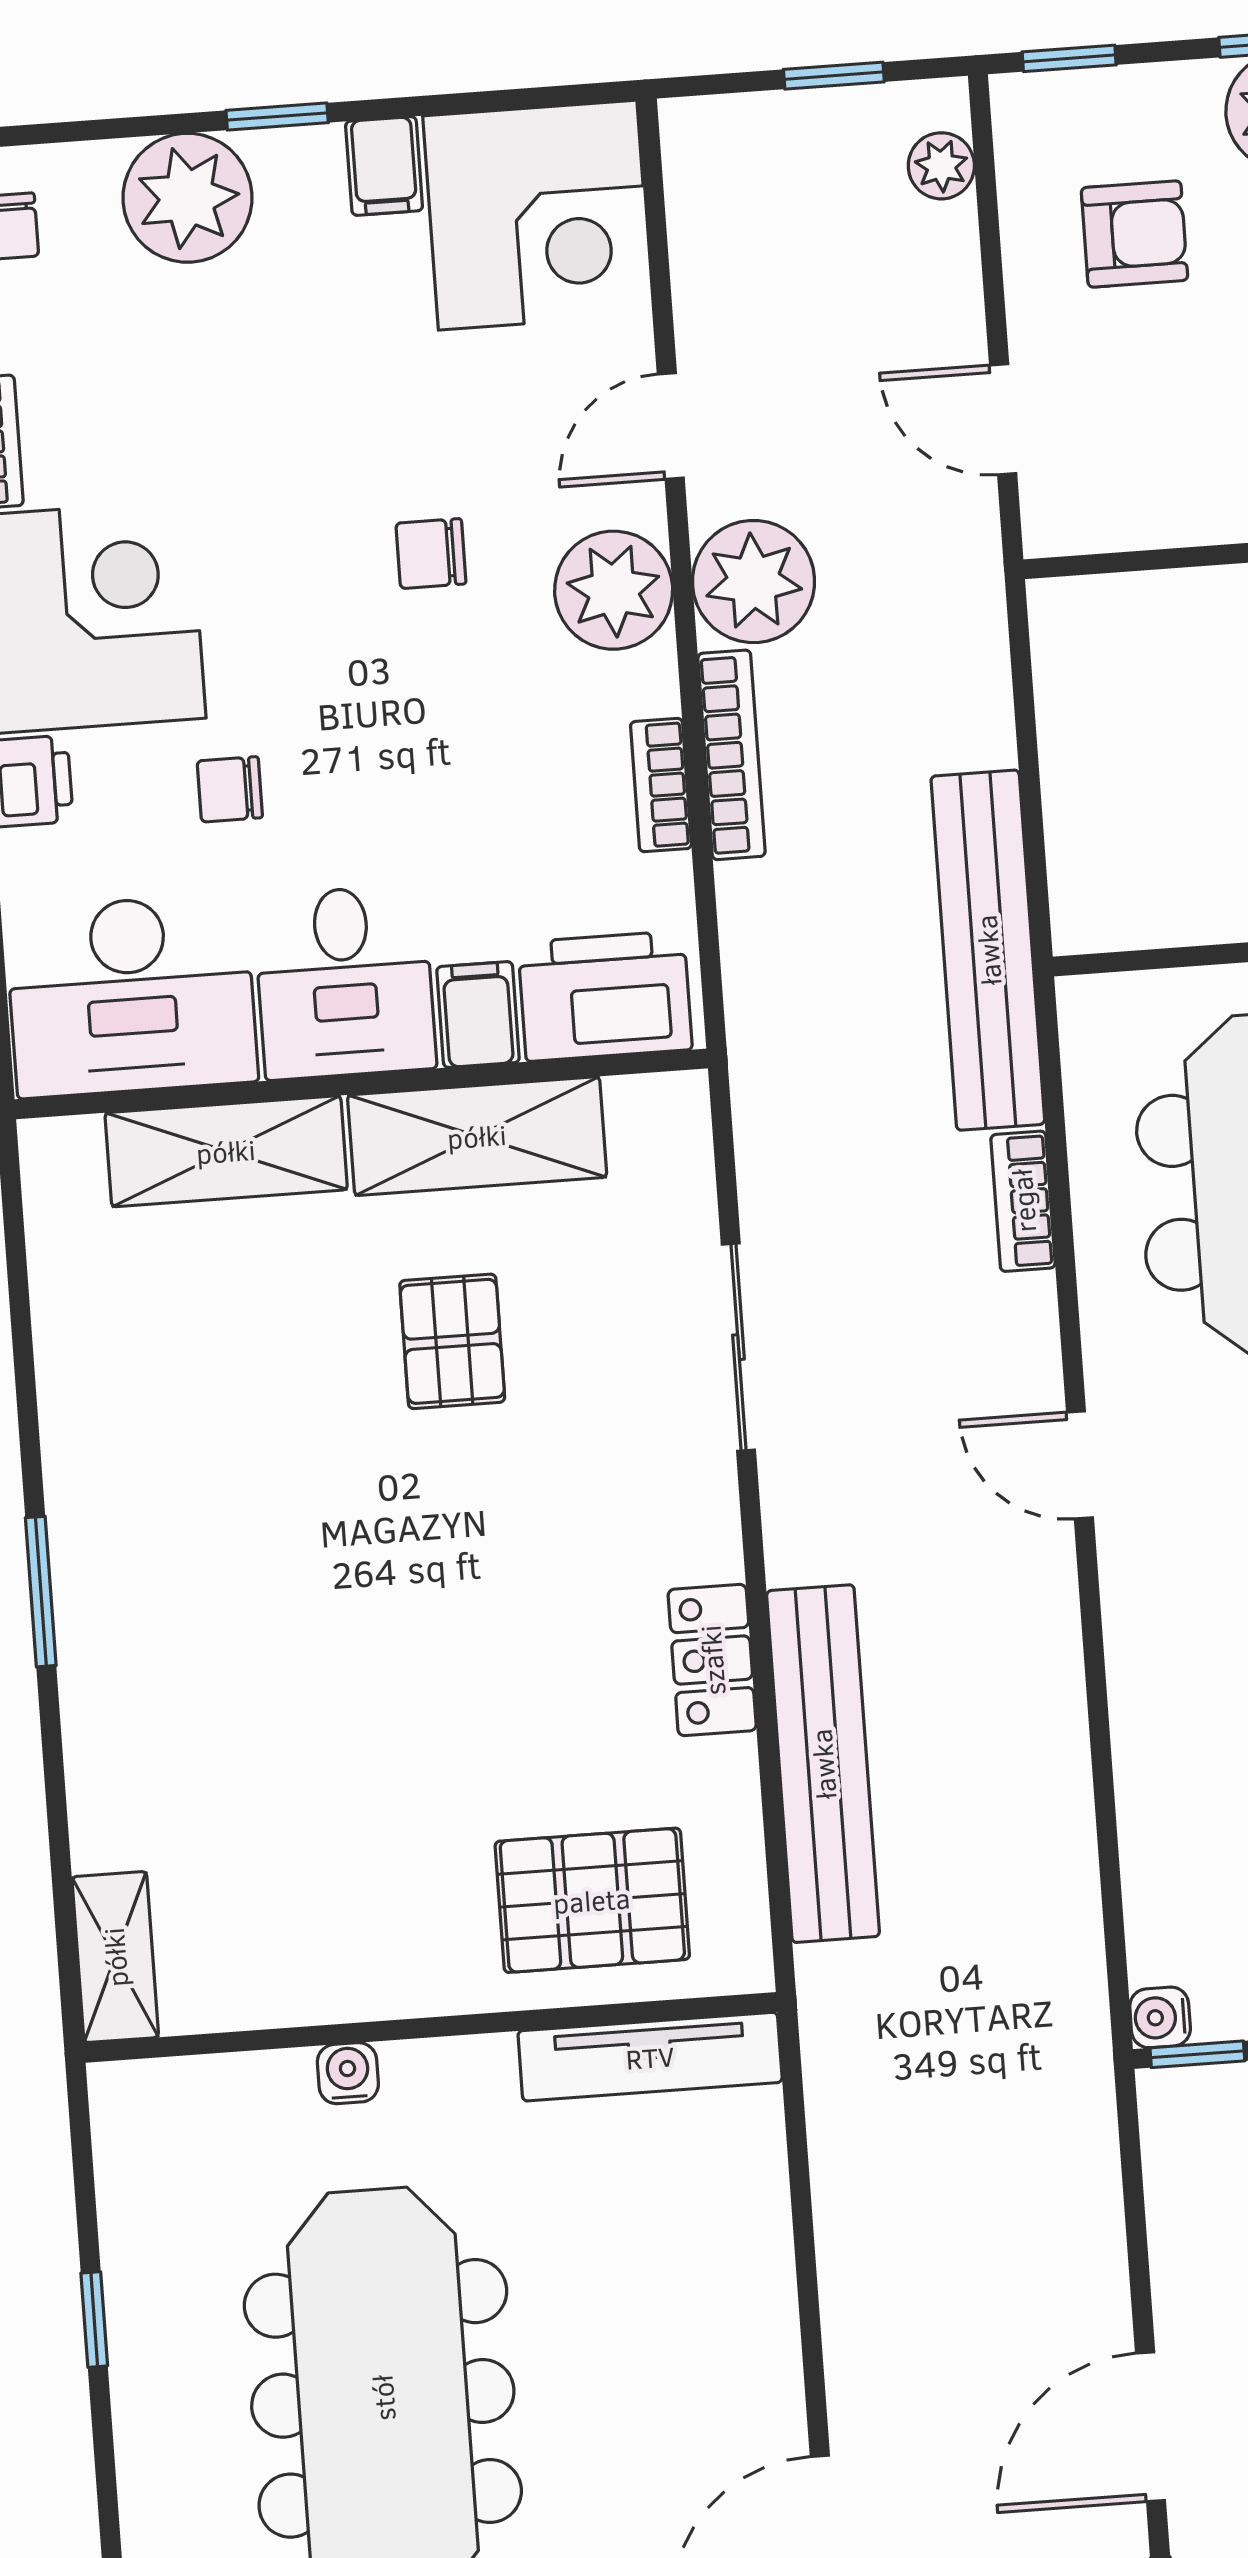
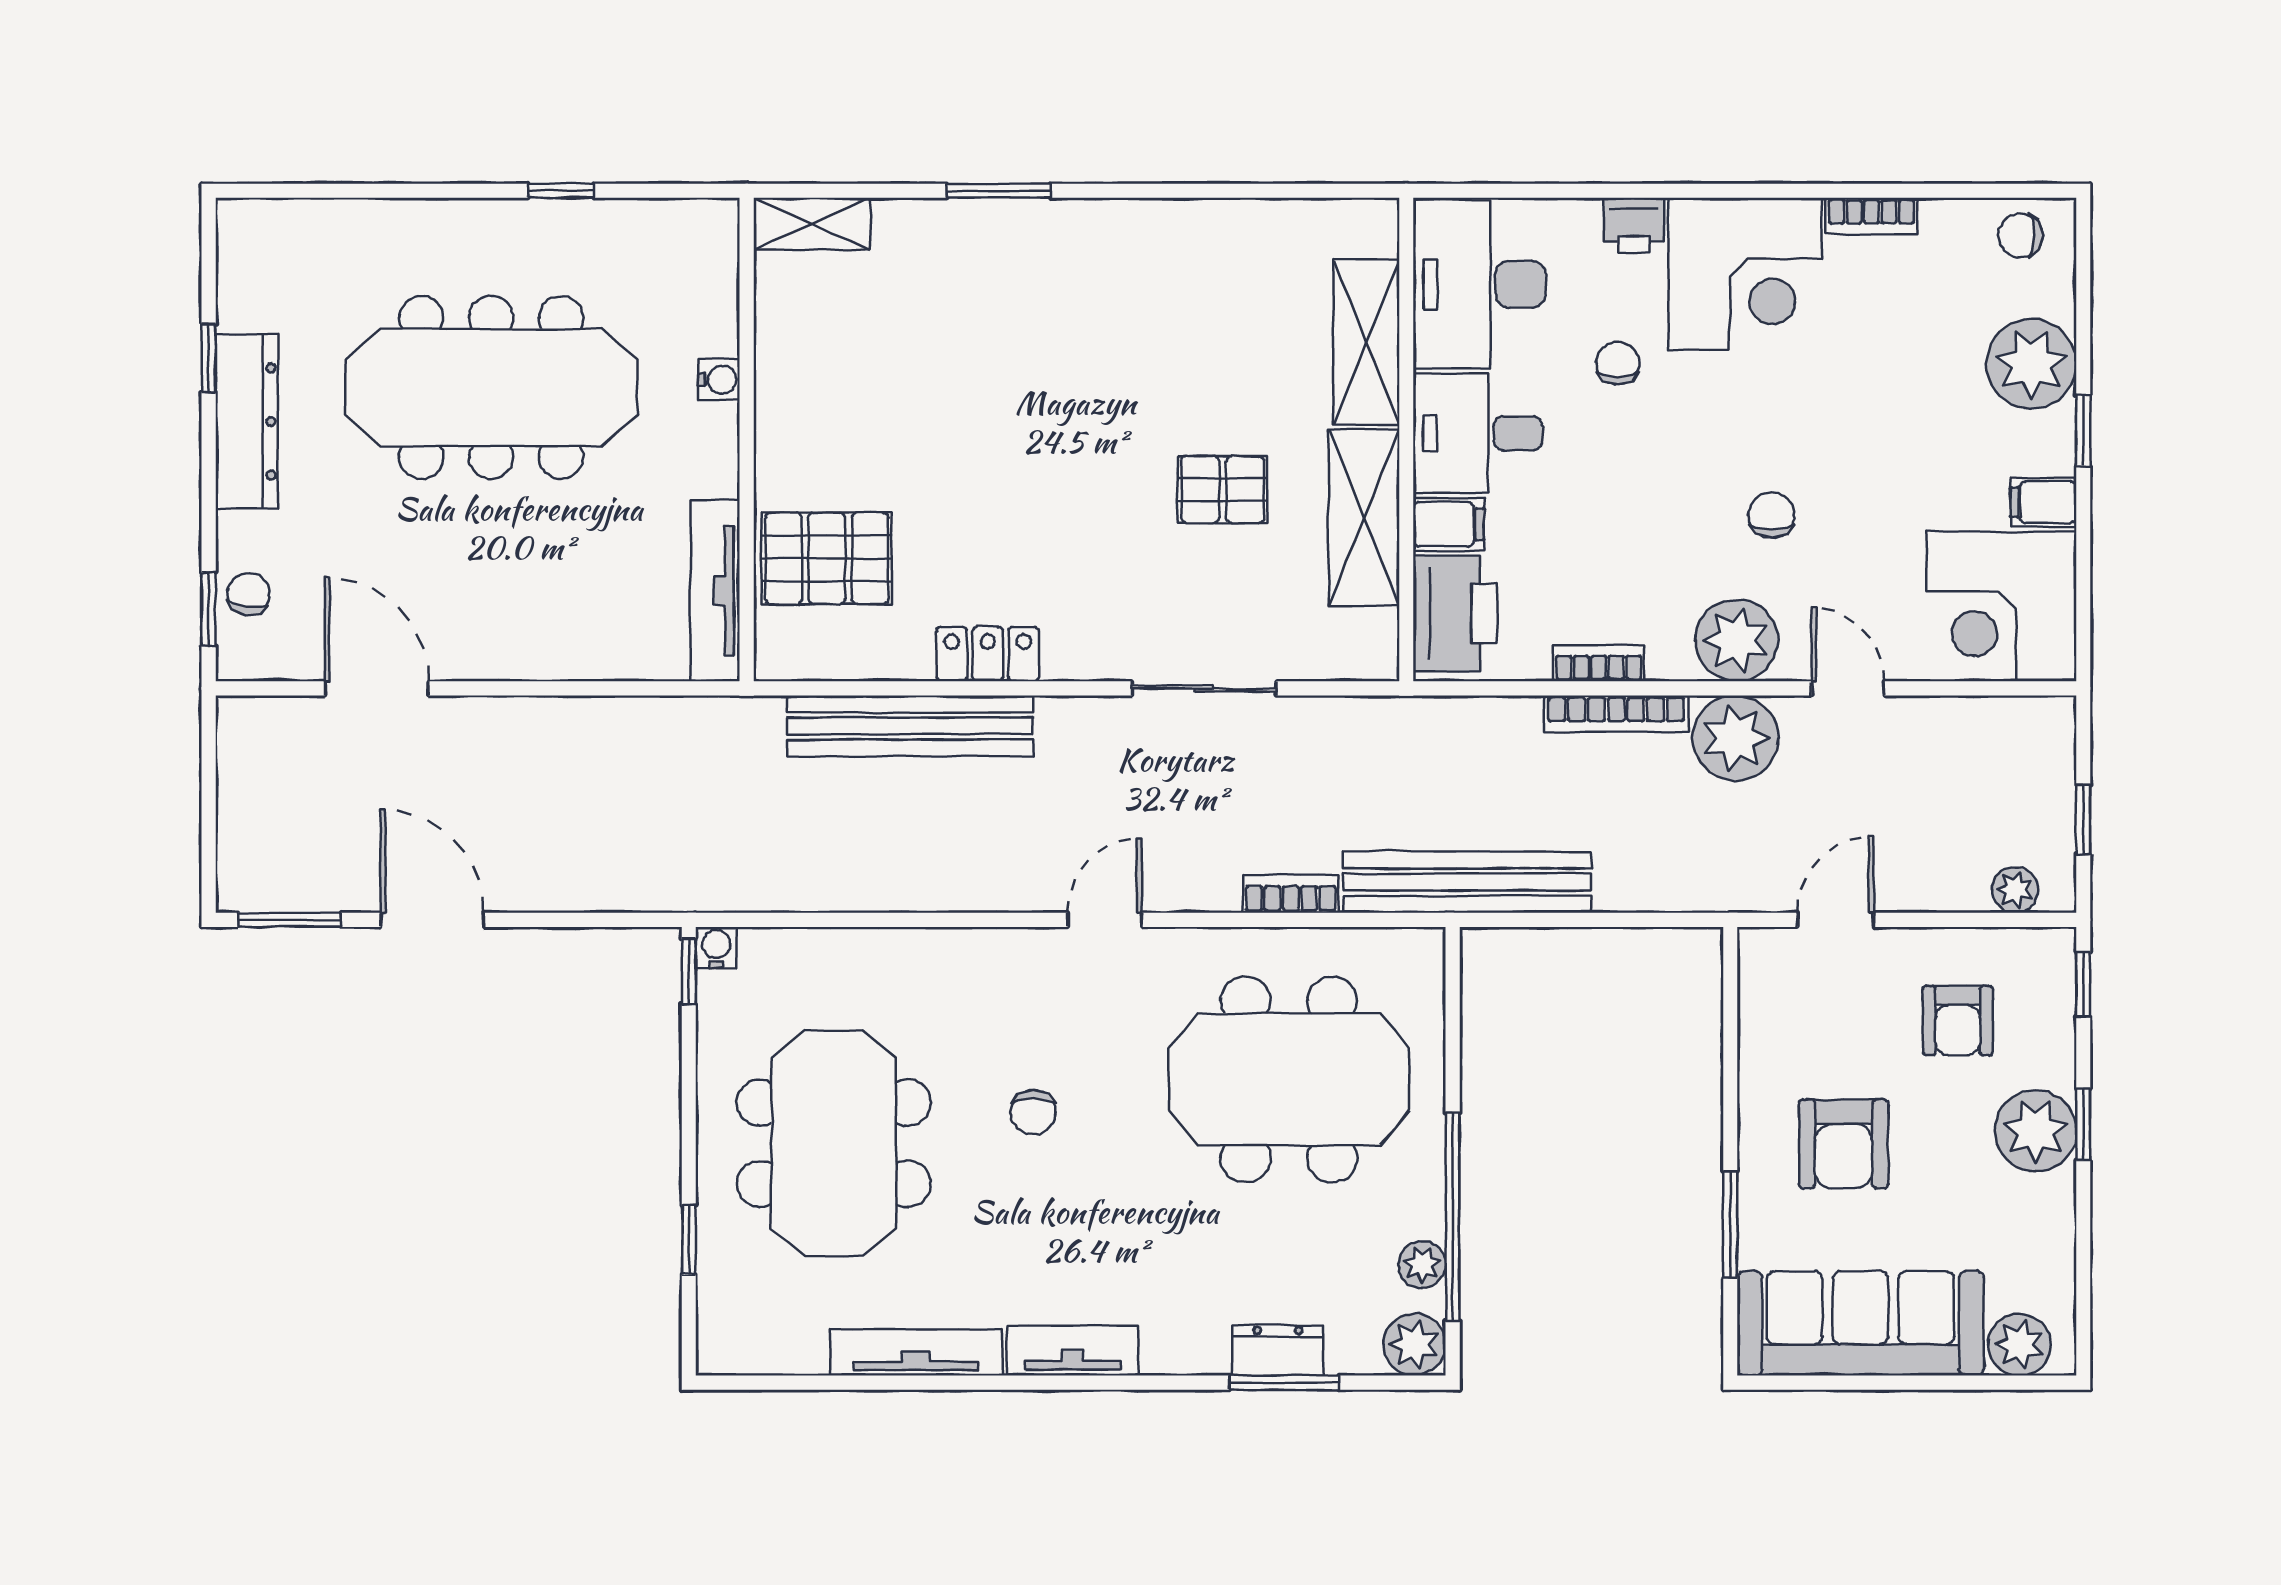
window: (41, 1592) -> (999, 191), moved
pallet: (592, 1900) -> (827, 559), turned 90

